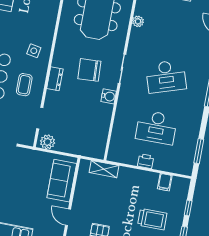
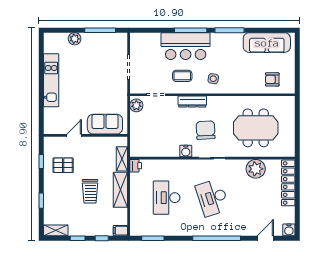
plant: (138, 21) -> (256, 169), width x1.88, depth x1.88
dresser: (55, 79) -> (192, 102), width x1.44
printer: (146, 161) -> (136, 166), moved
shelving: (138, 177) -> (120, 190), added
filing cabinet: (165, 182) -> (120, 231), moved
trolley: (152, 219) -> (90, 191), moved

